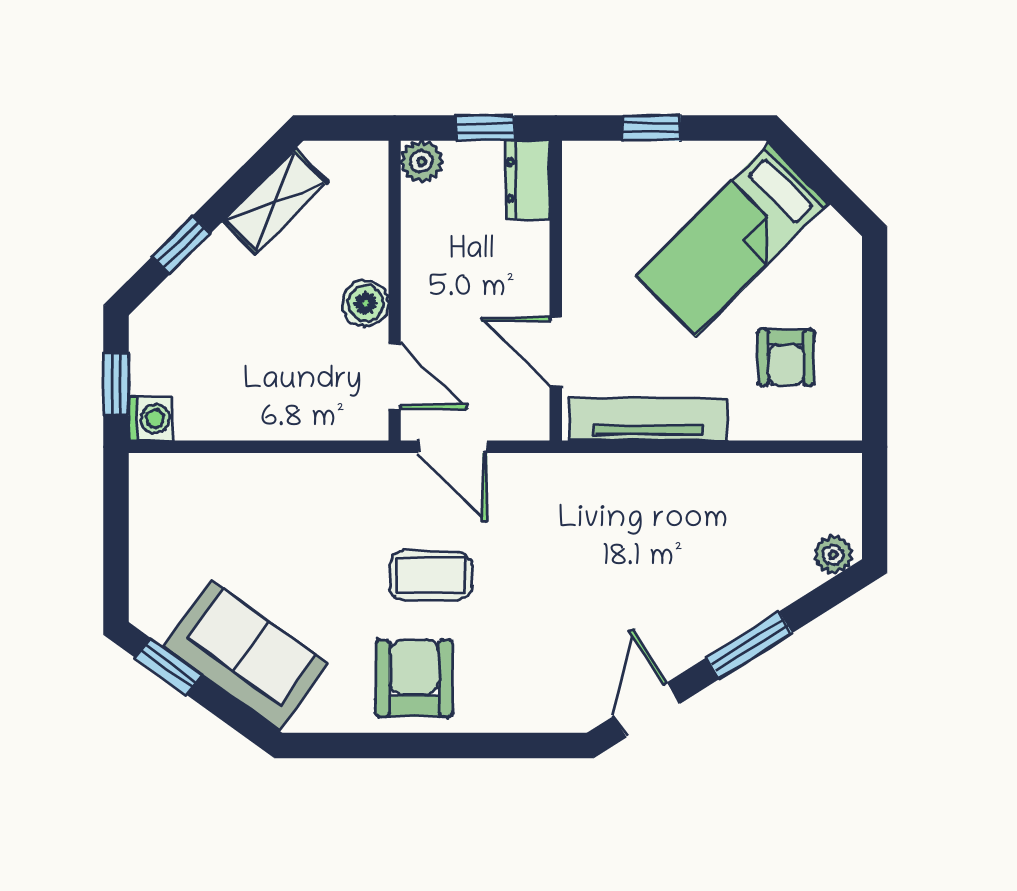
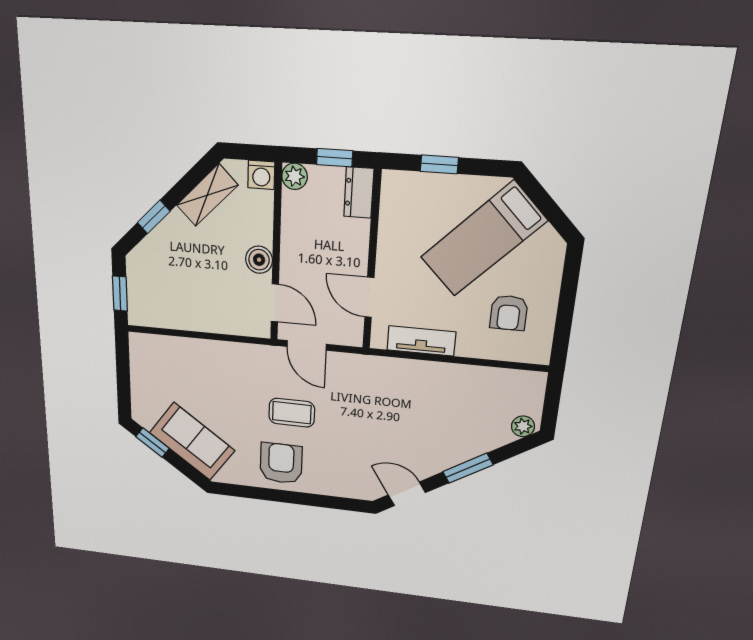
washing machine: (151, 419) -> (261, 175), moved, turned 90
tv unit: (648, 419) -> (421, 341), width x0.71
door: (647, 710) -> (407, 494), hinge flipped

